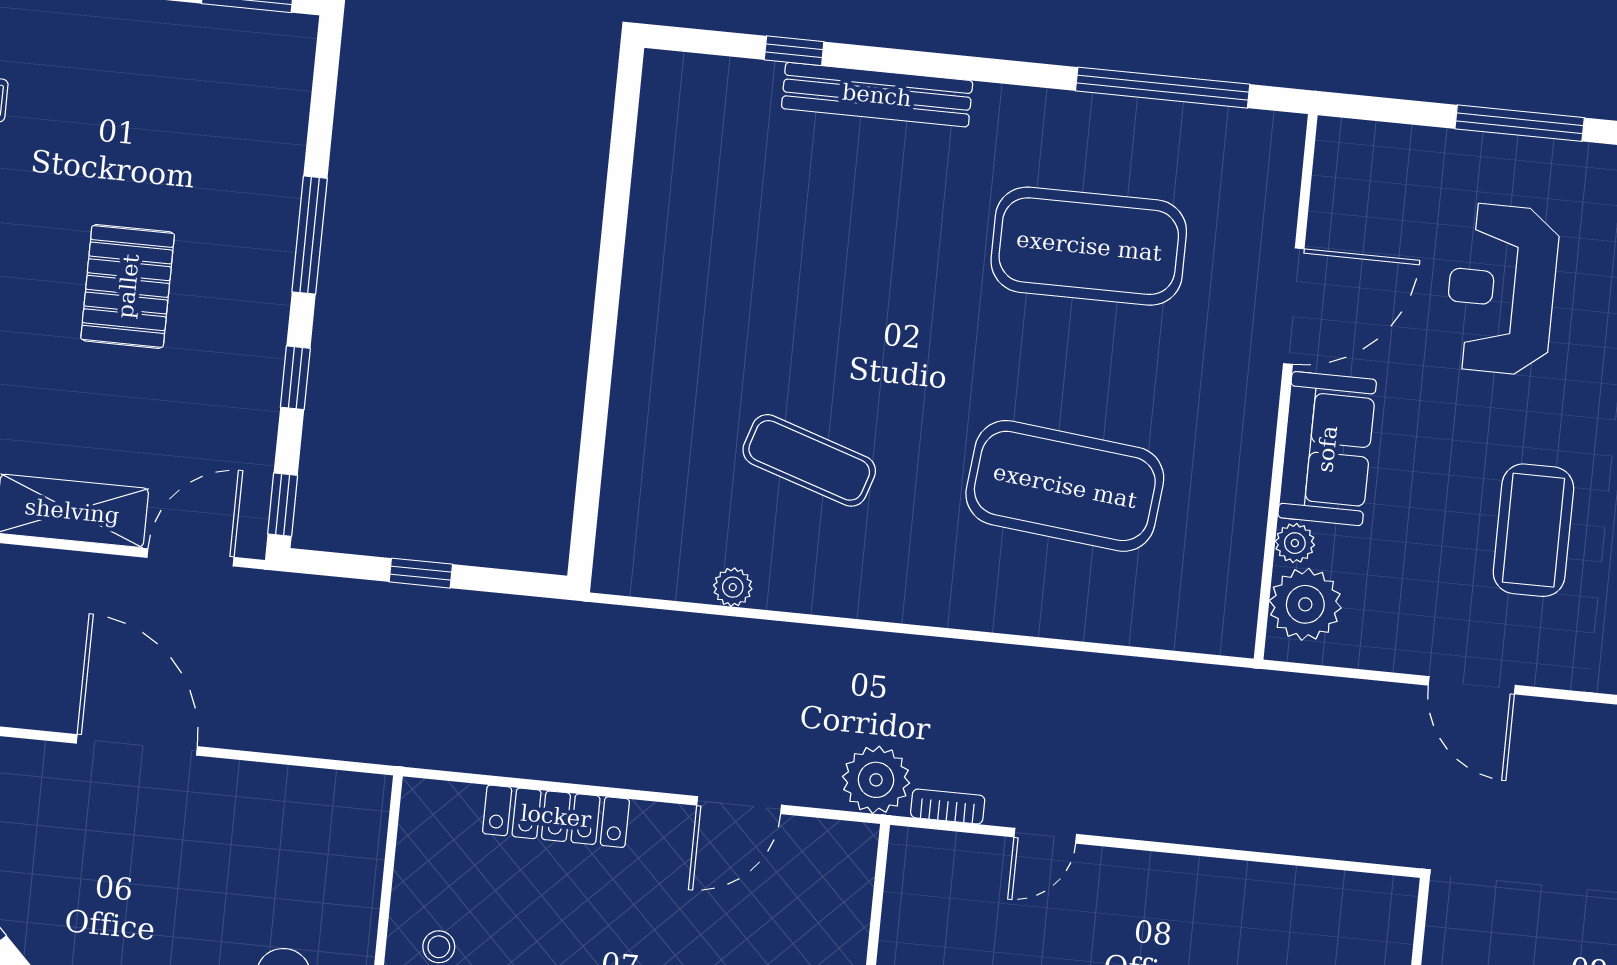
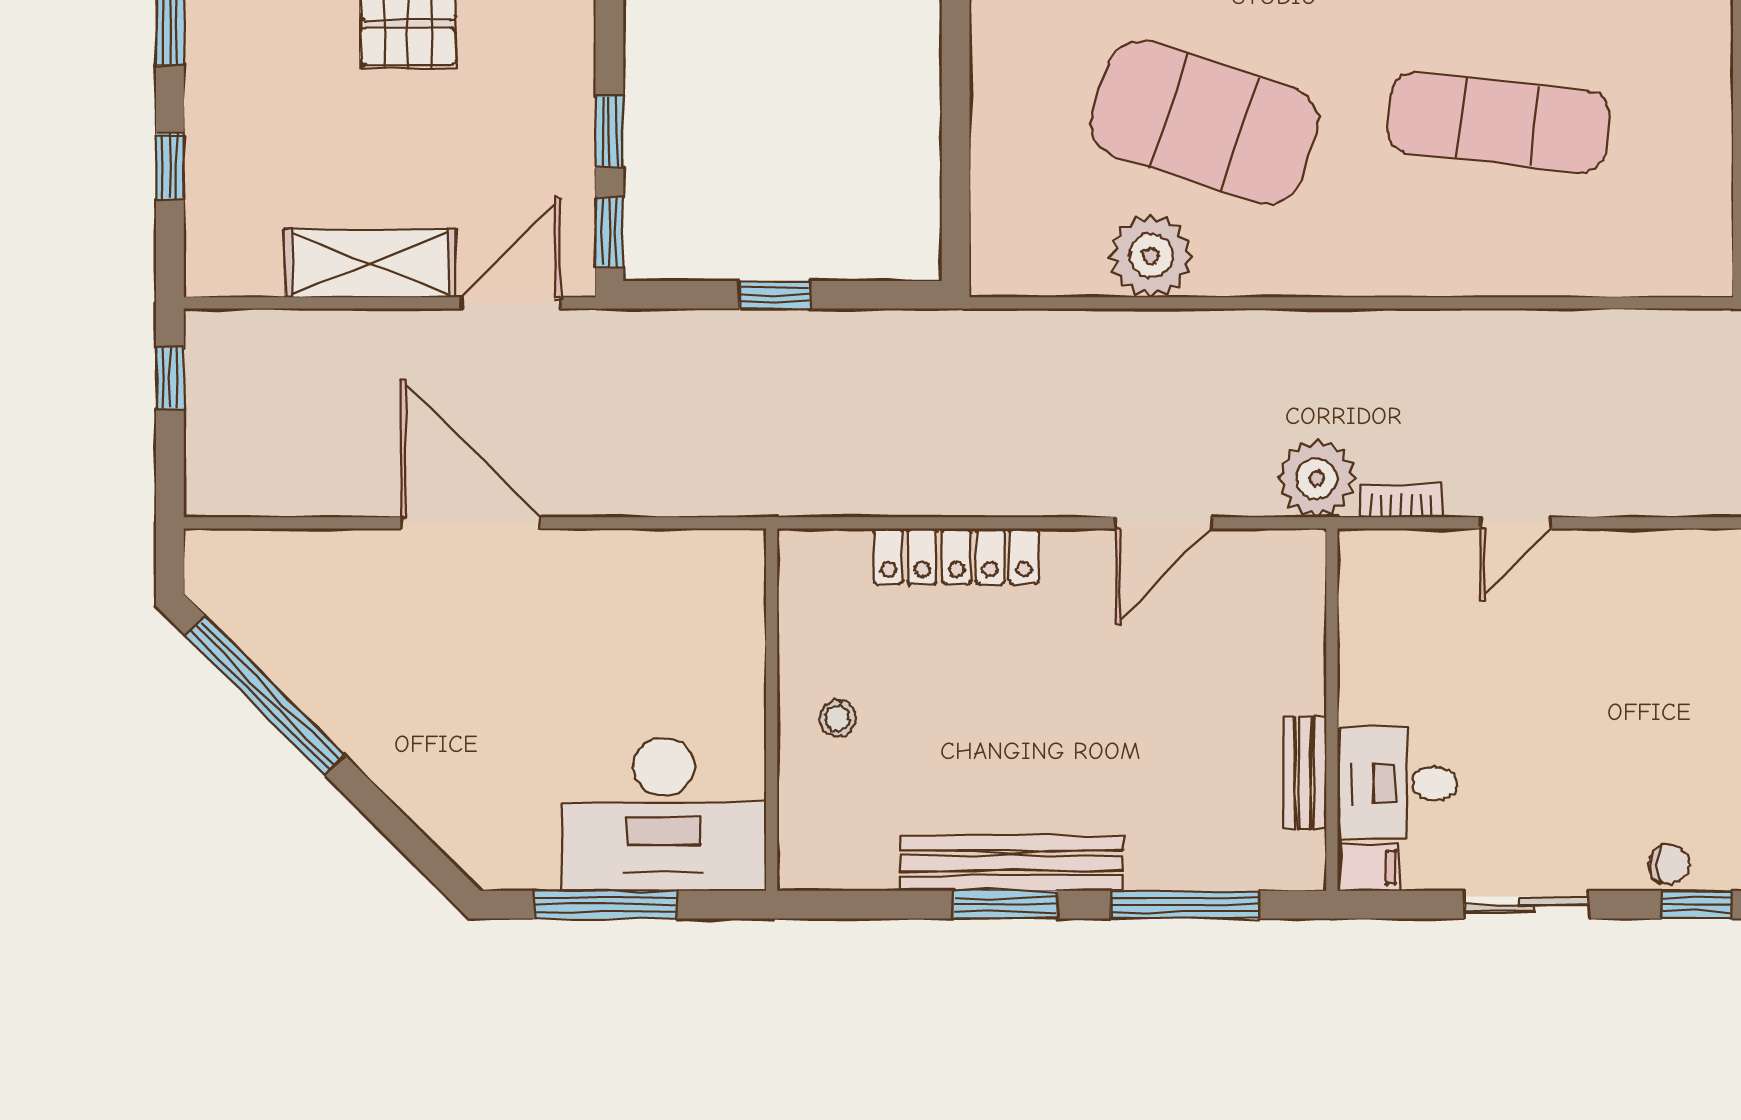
window: (295, 378) -> (609, 132), moved
exercise mat: (809, 460) -> (1204, 122), width x2.00, depth x1.45
exercise mat: (1065, 486) -> (1498, 122), width x0.68
plant: (733, 587) -> (1151, 256), width x1.87, depth x1.87

